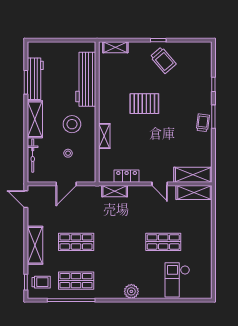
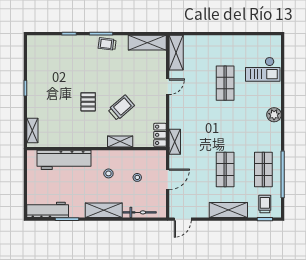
trolley: (163, 60) -> (121, 108), moved
workbench: (35, 79) -> (48, 210), moved
pallet: (144, 104) -> (88, 102), width x0.67, depth x0.71
stool: (72, 124) -> (108, 173), width x0.53, depth x0.53
shelving: (193, 175) -> (147, 43), moved, turned 90
locker: (127, 176) -> (160, 135), moved
door: (66, 184) -> (168, 179), hinge flipped
shelving: (115, 191) -> (175, 142), moved

